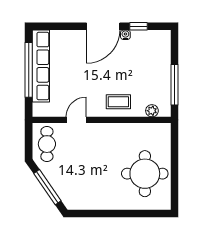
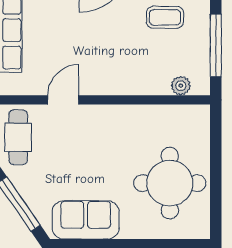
coffee table: (118, 102) -> (165, 17), moved
sofa: (91, 197) -> (86, 220), added

